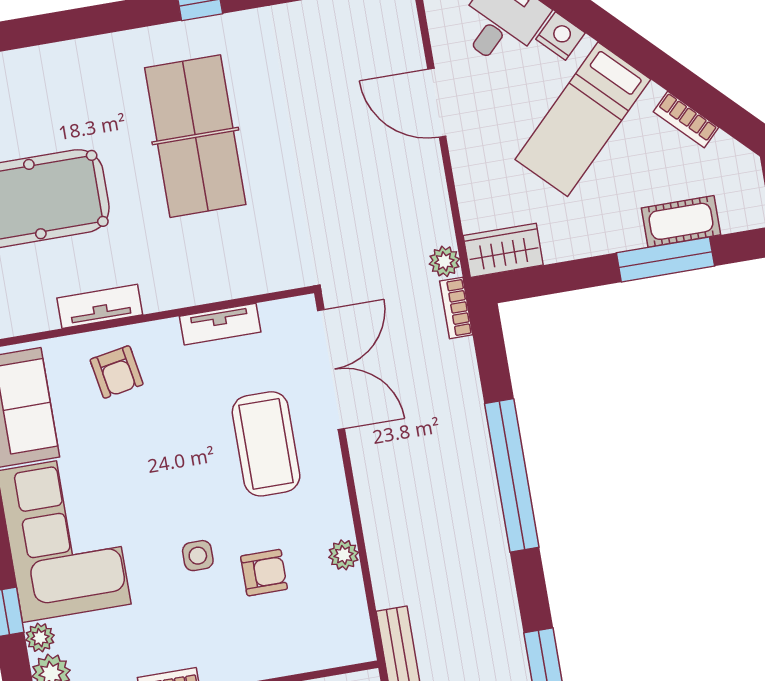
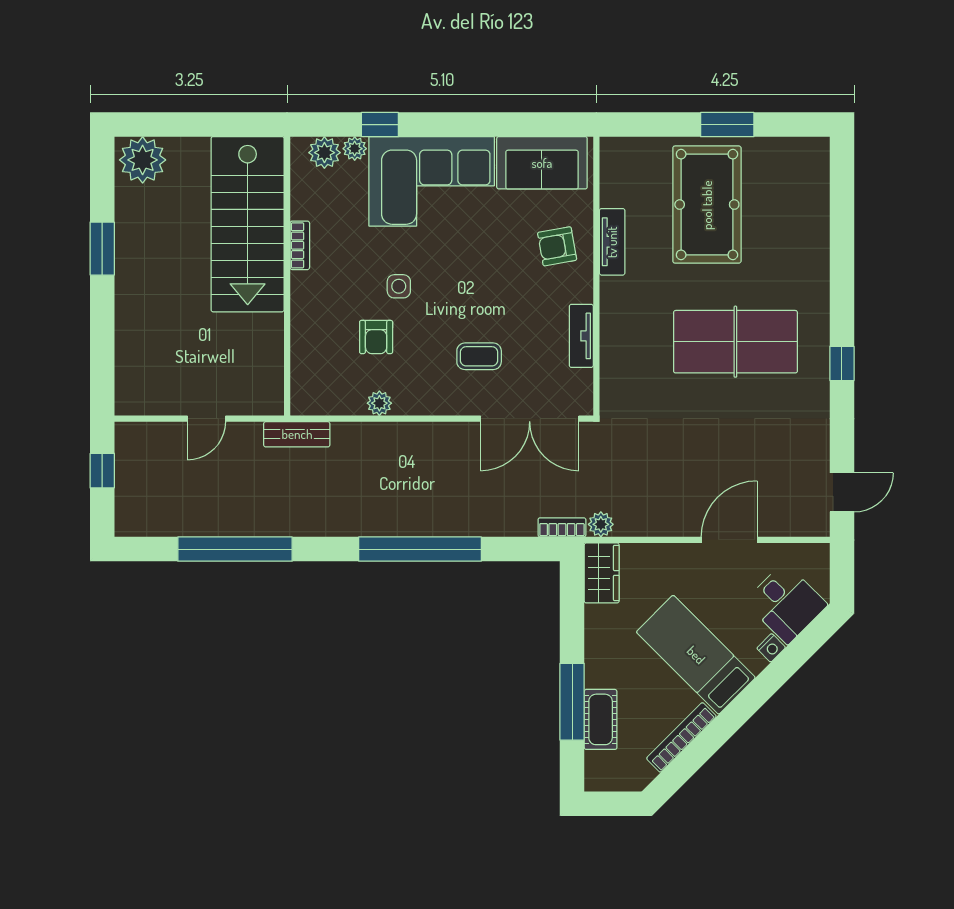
nightstand: (560, 36) -> (771, 648), width x0.72, depth x0.74
bookcase: (686, 120) -> (681, 737), width x1.56
coffee table: (266, 444) -> (479, 356), width x0.54, depth x0.58

